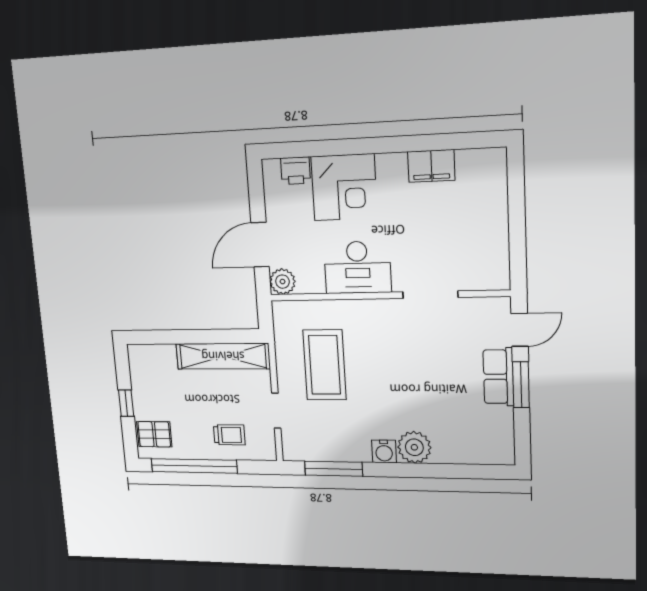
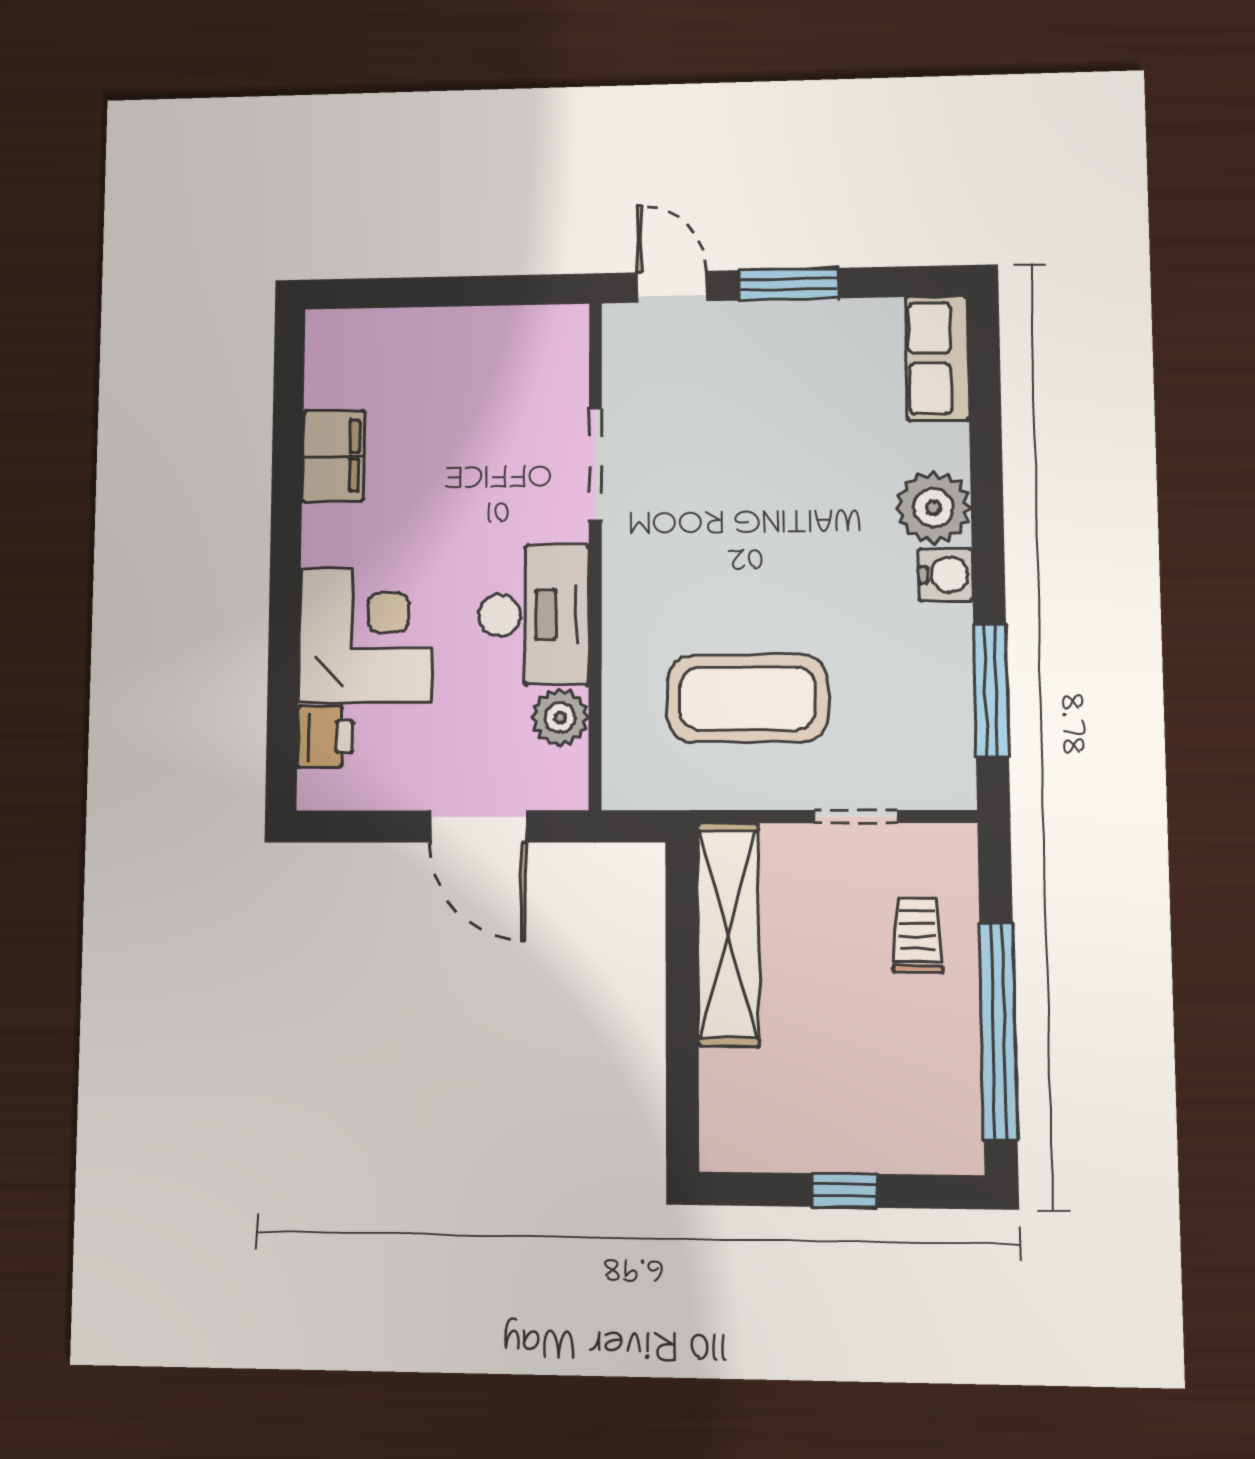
plant: (283, 282) -> (560, 718), moved
row of seats: (498, 377) -> (937, 358), moved, turned 90
pallet: (154, 434) -> (921, 1126), removed

